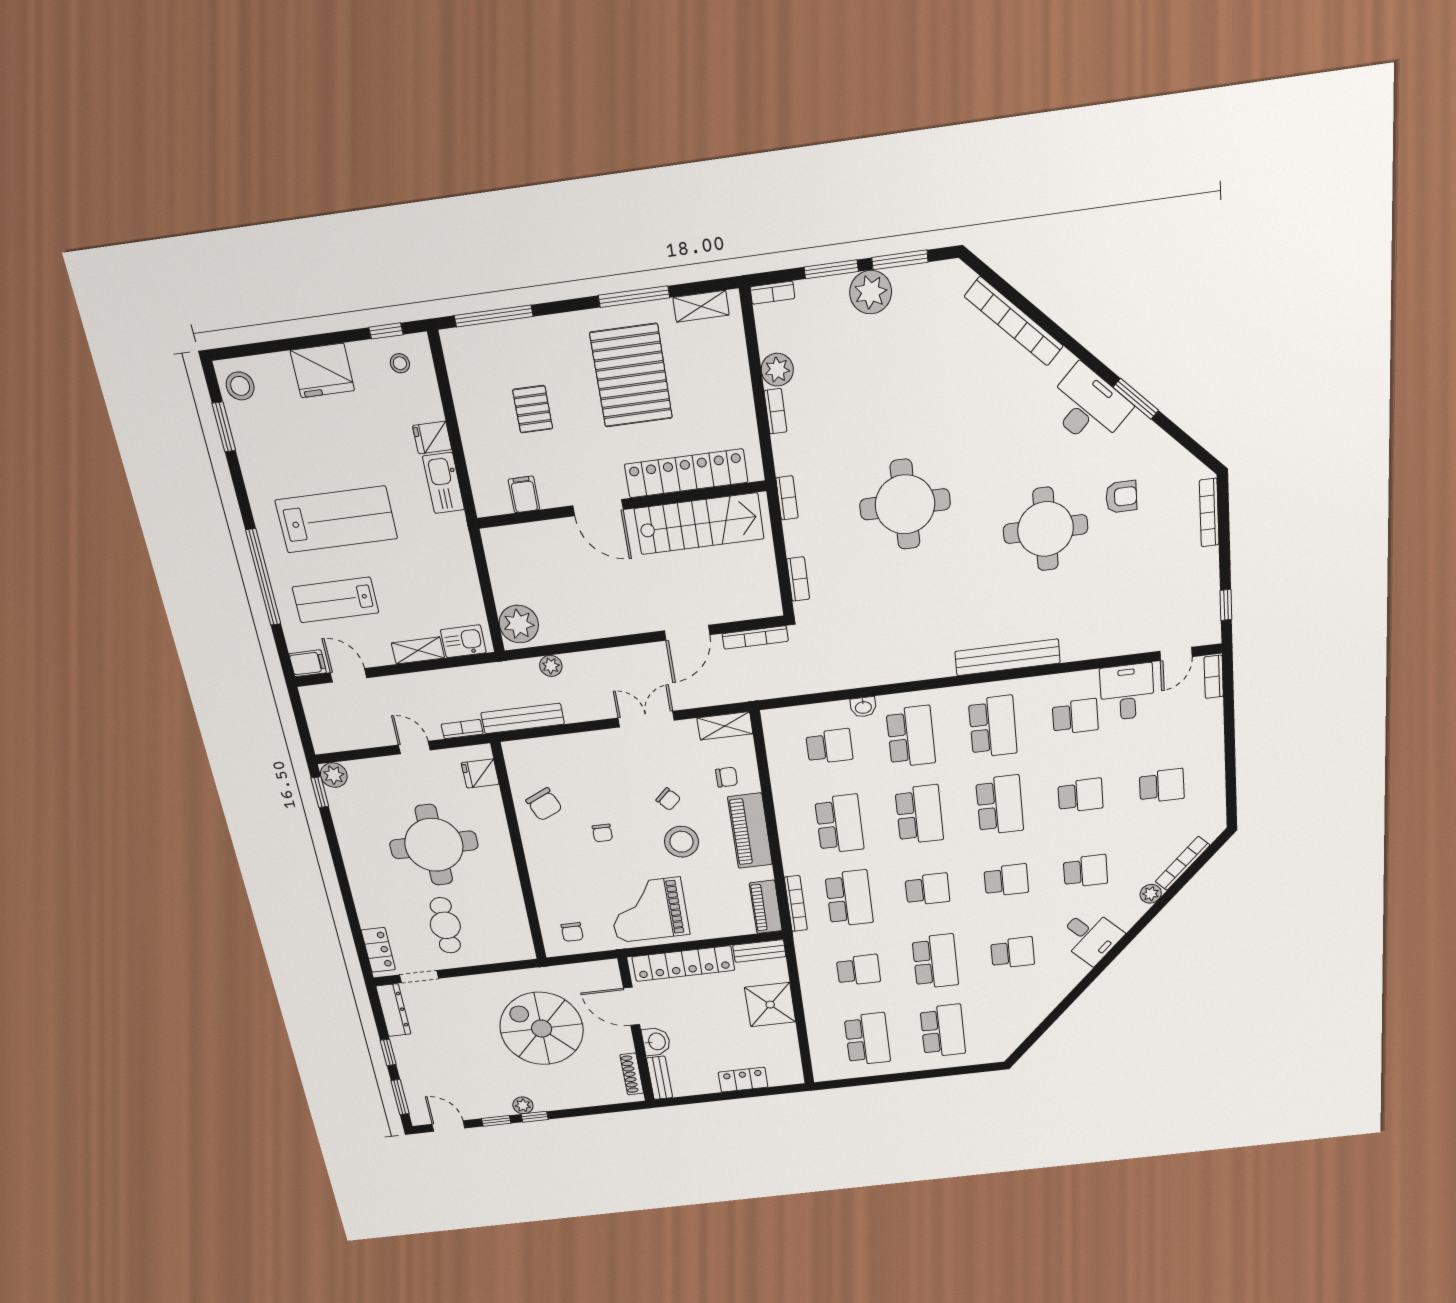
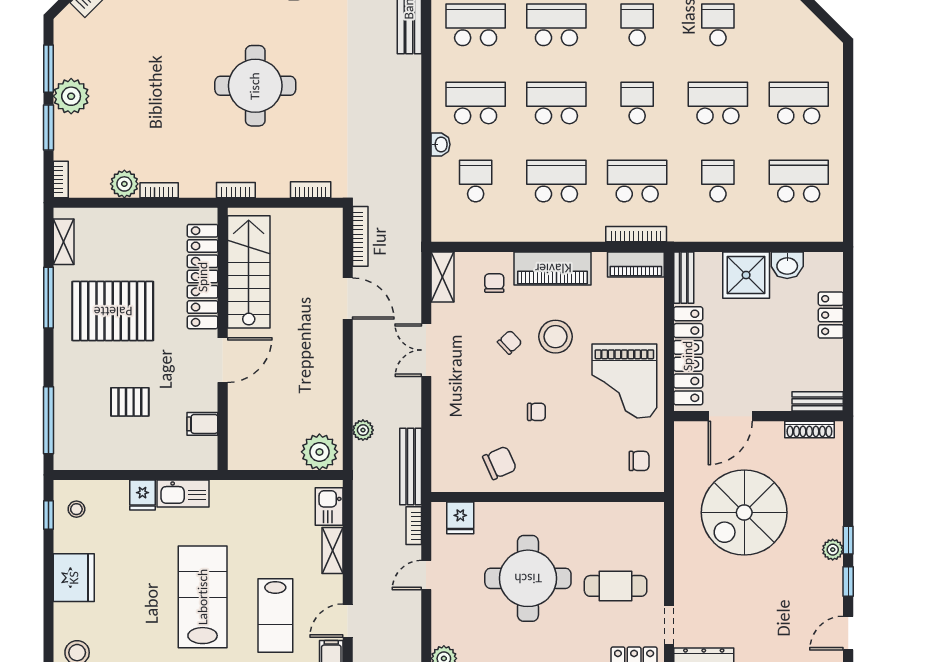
washbasin: (656, 1042) -> (787, 265), moved, turned 180

